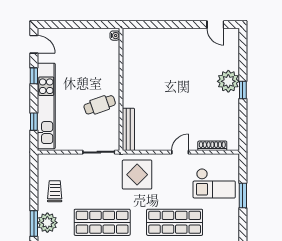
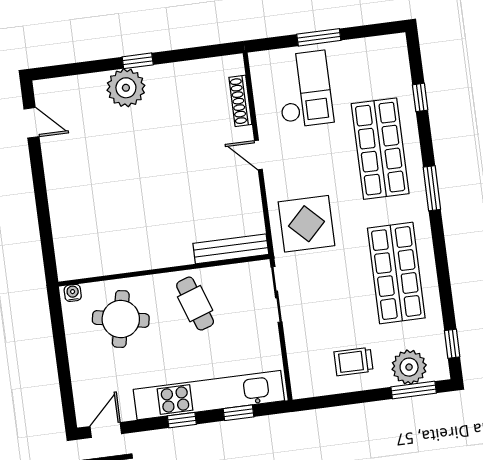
door: (215, 25) -> (32, 123), hinge flipped
round table: (96, 61) -> (121, 319), added
window: (34, 76) -> (182, 420), moved

